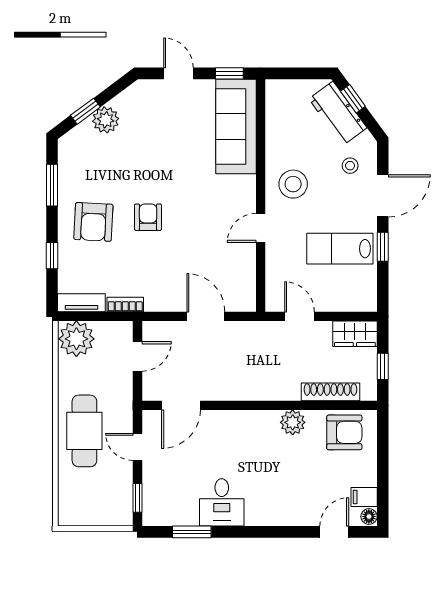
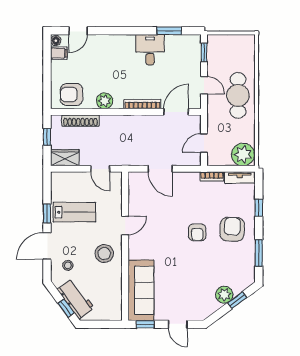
bookcase: (234, 417) -> (142, 104), added

